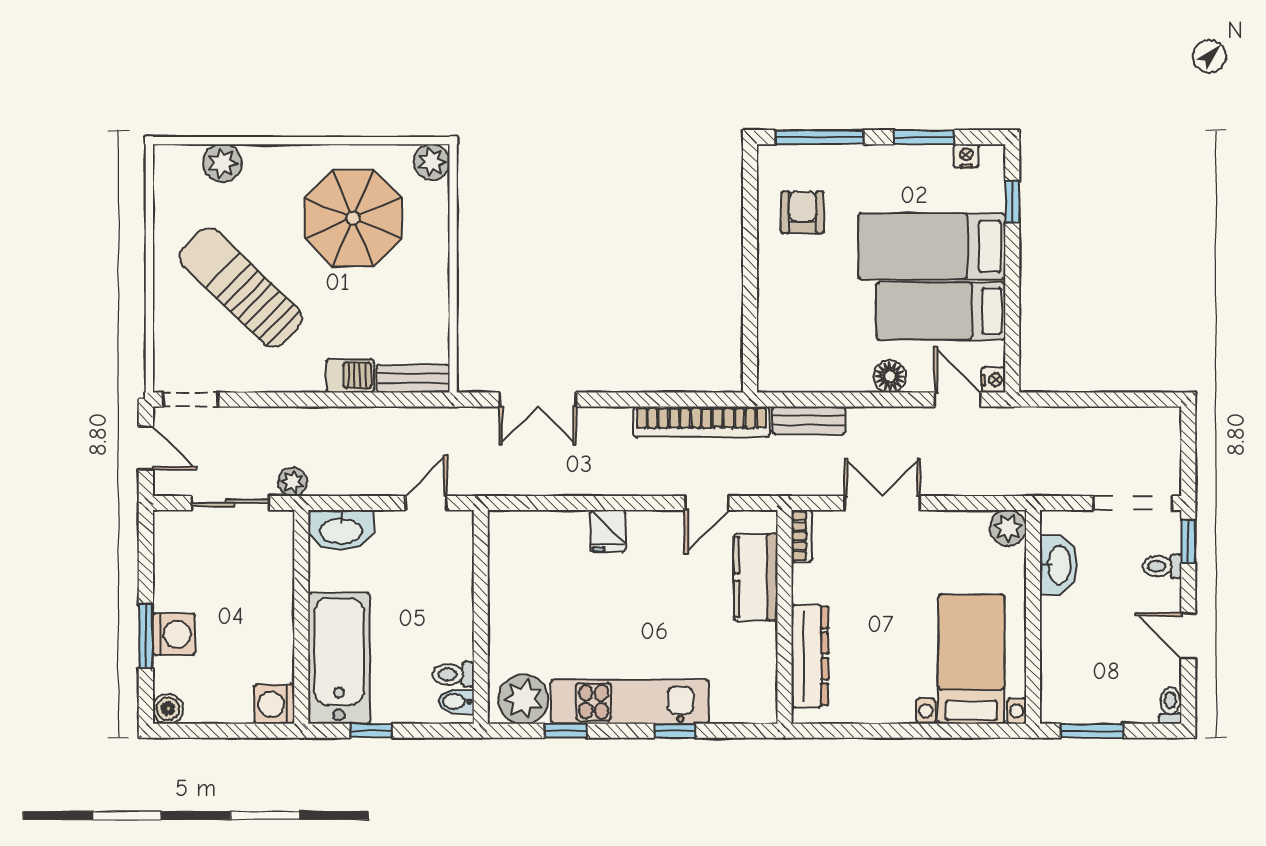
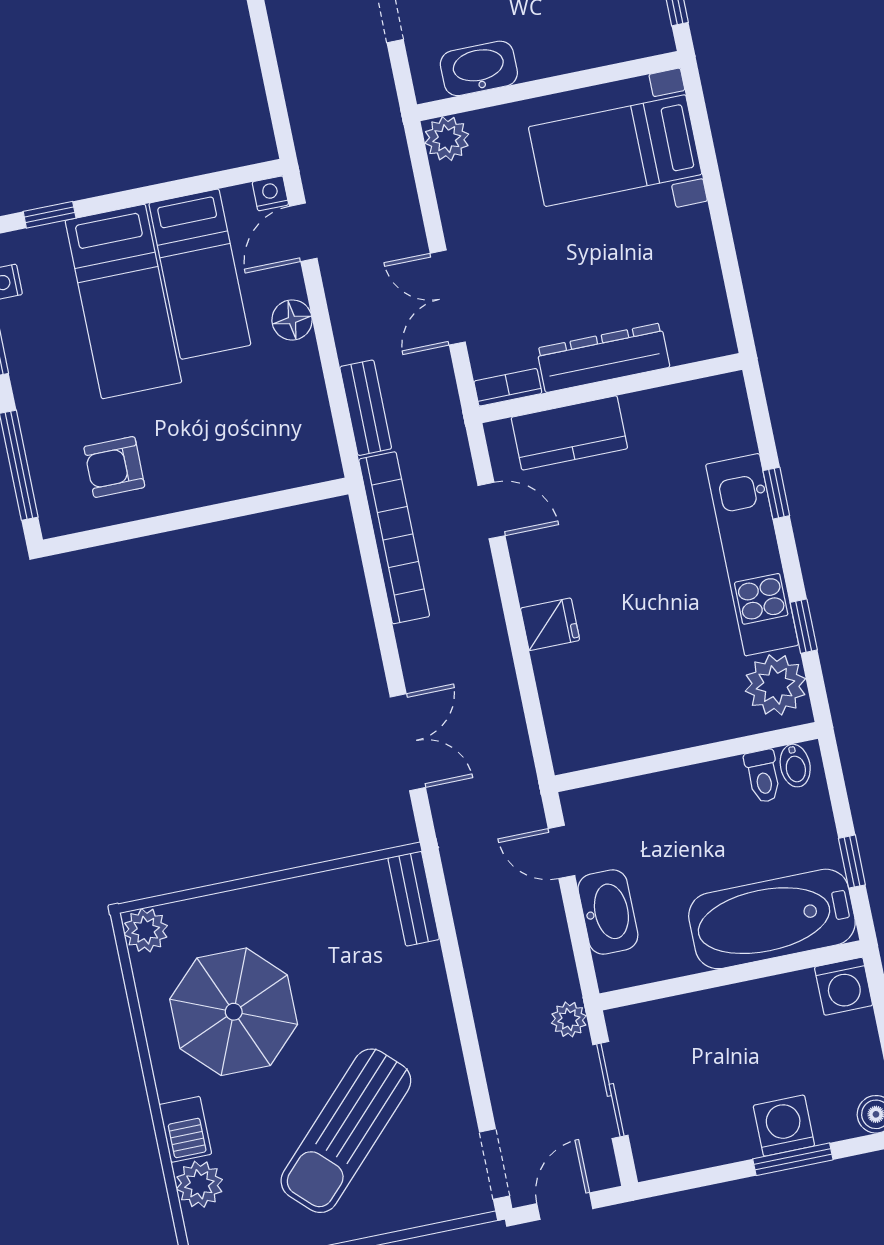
barbecue: (350, 376) -> (185, 1129), moved, turned 180
washbasin: (341, 530) -> (608, 912), moved
dresser: (810, 656) -> (603, 358), moved

